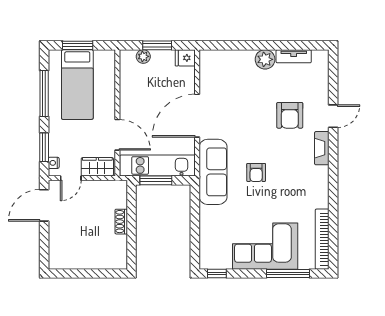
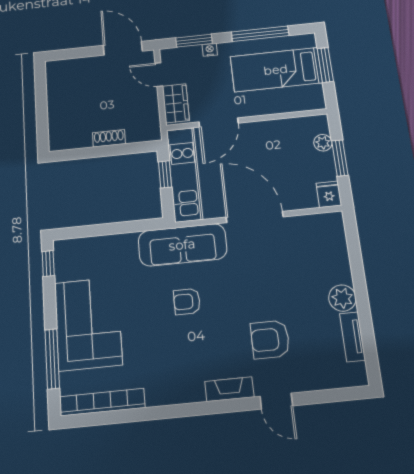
nightstand: (54, 163) -> (210, 50), moved
window: (156, 180) -> (165, 174), width x0.67

